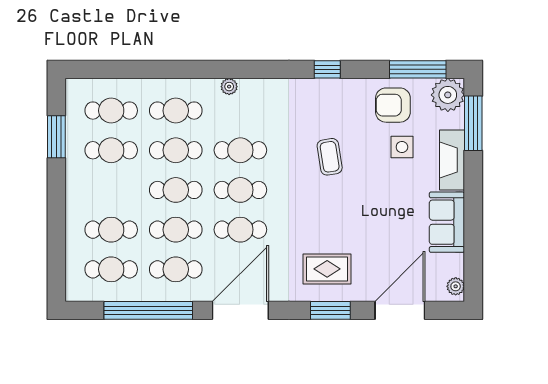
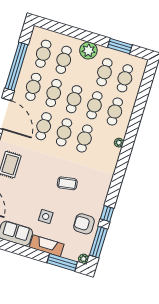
window: (327, 69) -> (107, 214), moved
plant: (448, 95) -> (83, 259), width x0.53, depth x0.53
armchair: (393, 105) -> (84, 224), turned -90
side table: (402, 147) -> (46, 217), moved
plant: (81, 190) -> (88, 51), added

